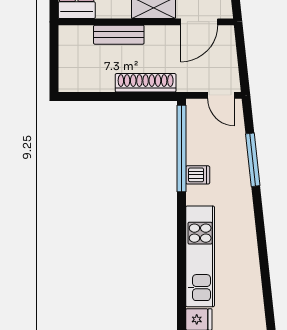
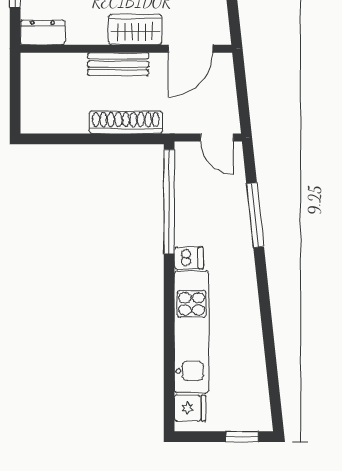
bench: (119, 35) -> (118, 64), moved
dishwasher: (198, 175) -> (189, 258), moved

